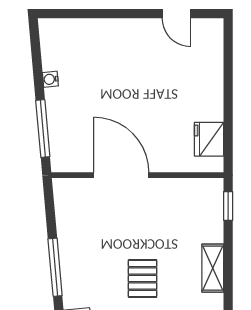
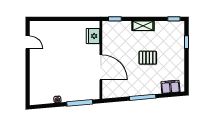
door: (176, 14) -> (28, 42), hinge flipped
fridge: (209, 139) -> (93, 36), moved, turned 90
door: (121, 175) -> (101, 67), swing flipped

